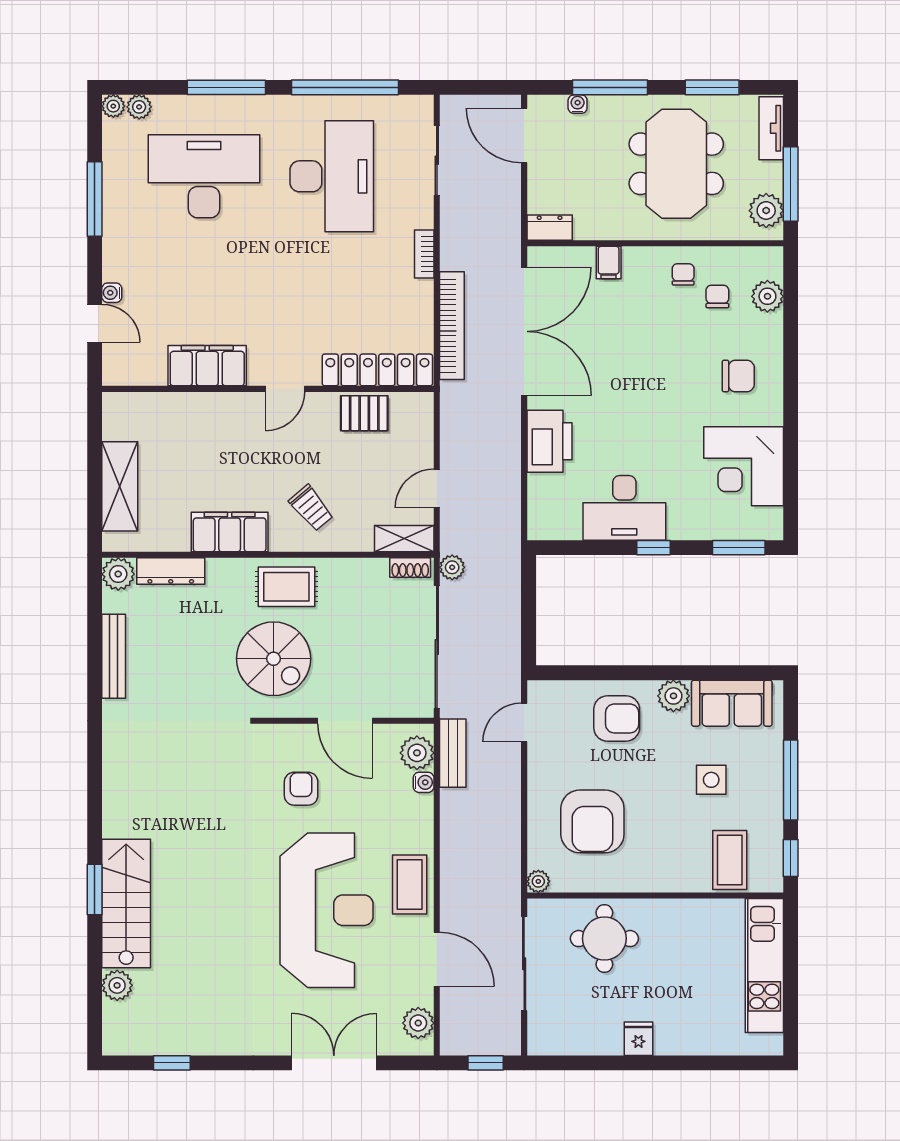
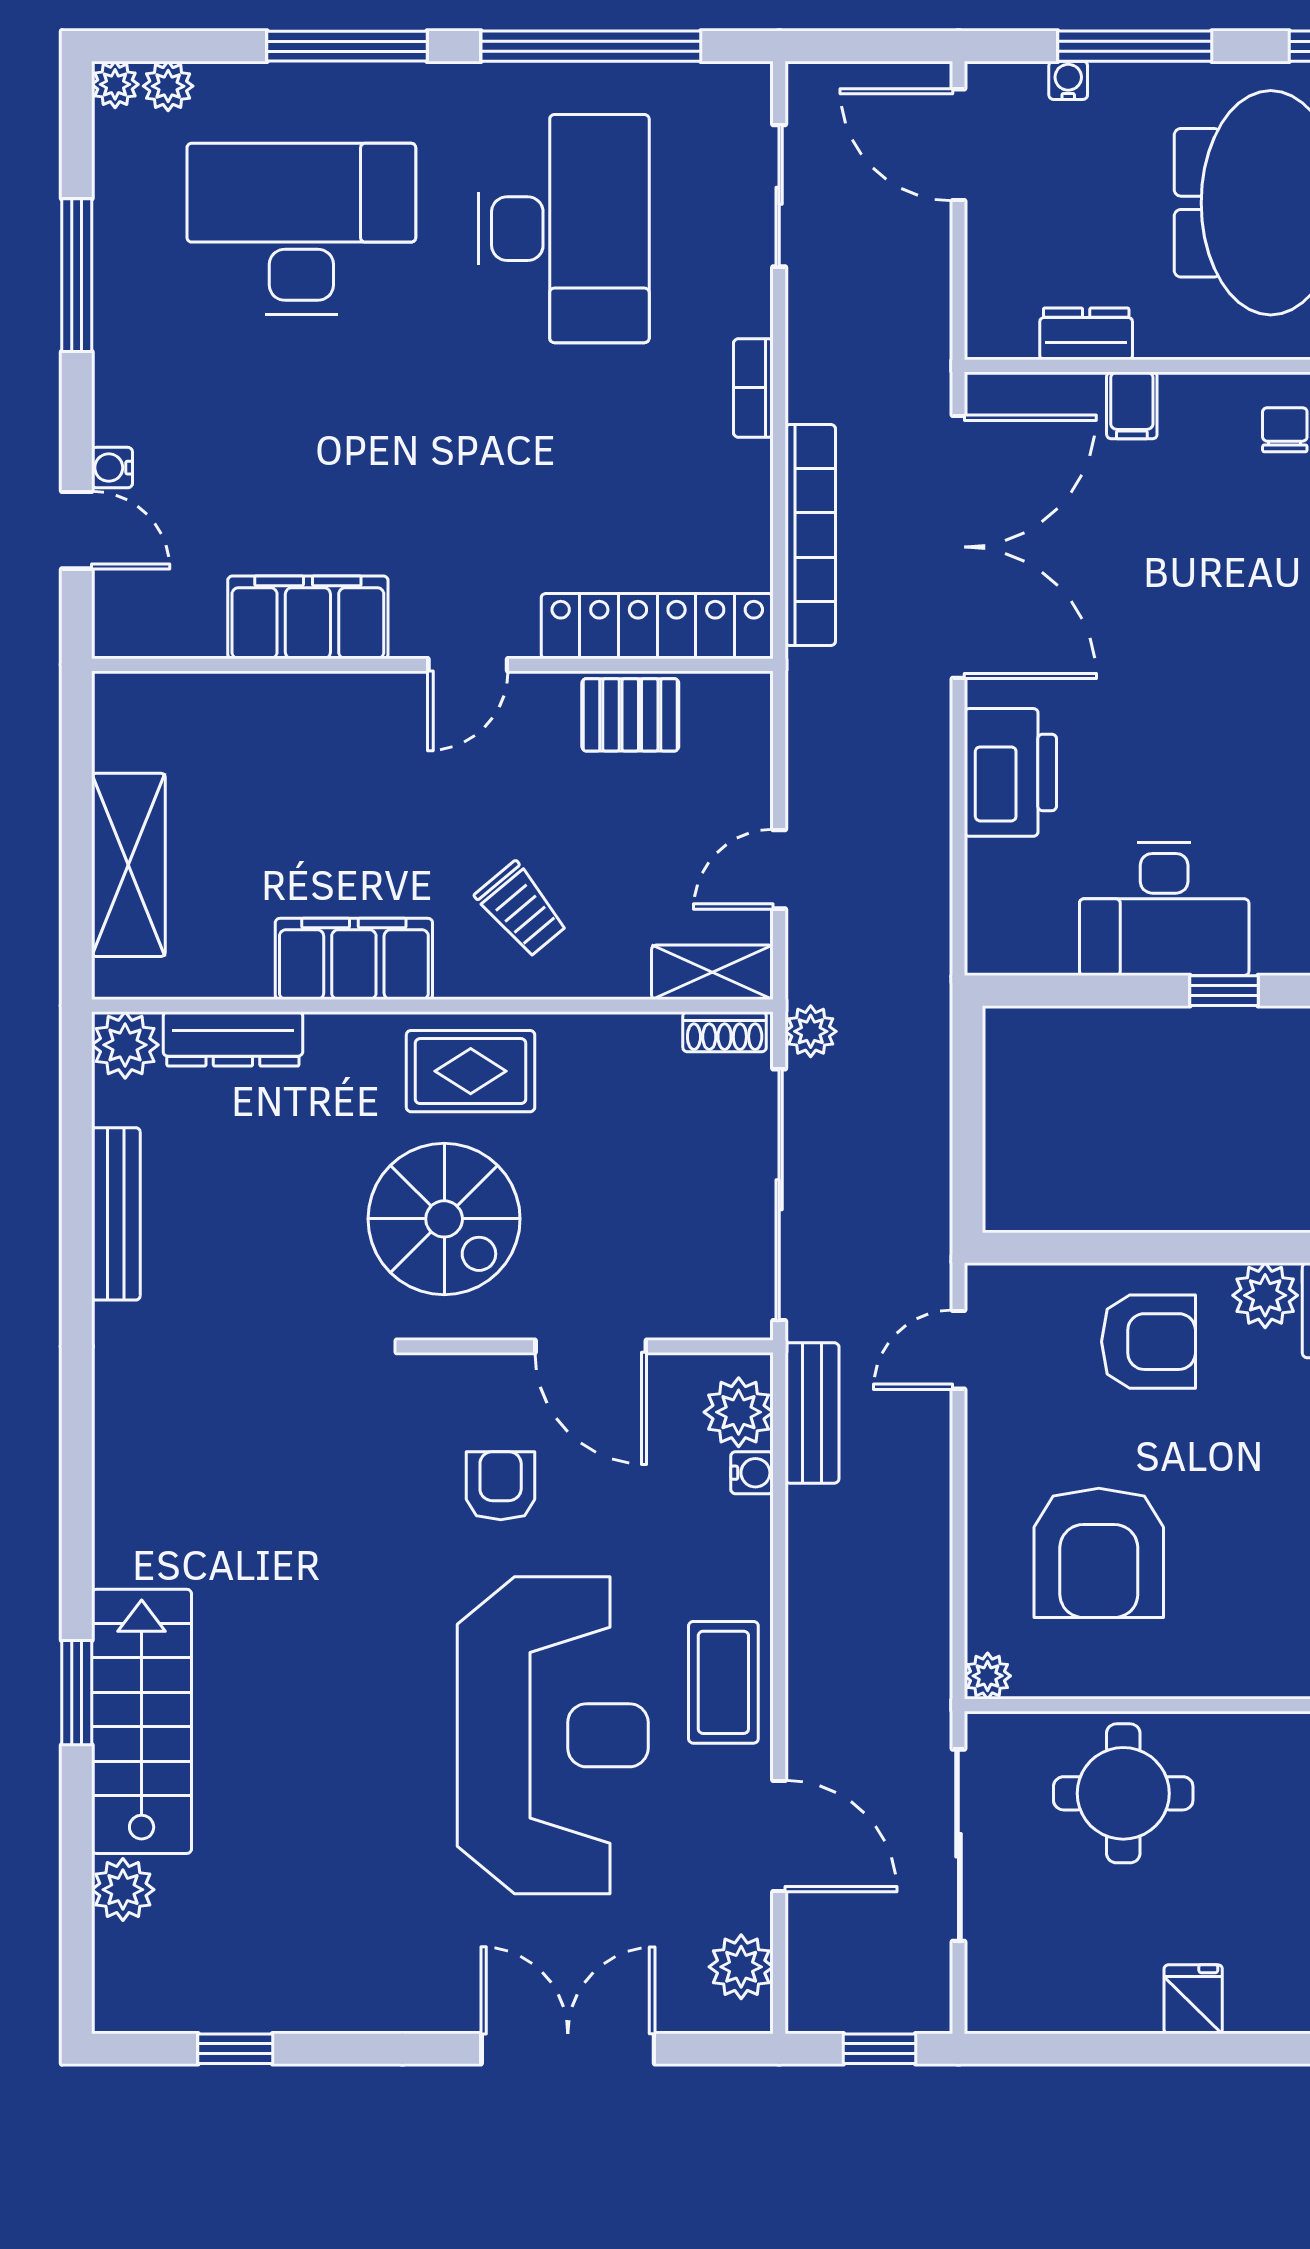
dresser: (550, 228) -> (1086, 334), moved

